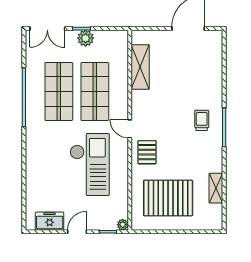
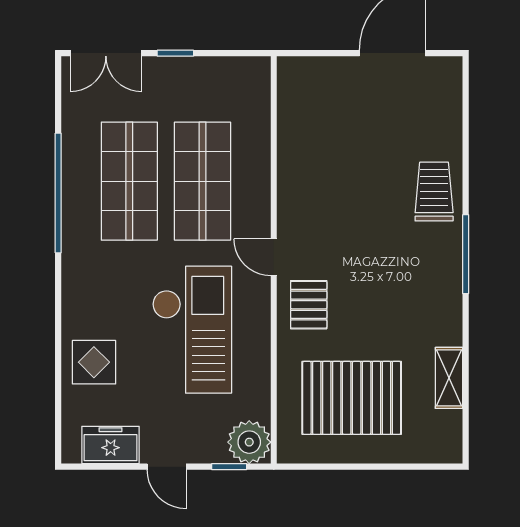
plant: (86, 38) -> (184, 73), removed
shelving: (140, 67) -> (295, 131), removed
trolley: (202, 120) -> (434, 192), moved, width x1.36, depth x1.39
display table: (41, 180) -> (94, 362), added
plant: (123, 225) -> (249, 442), width x1.88, depth x1.88
door: (77, 232) -> (167, 467), swing flipped

